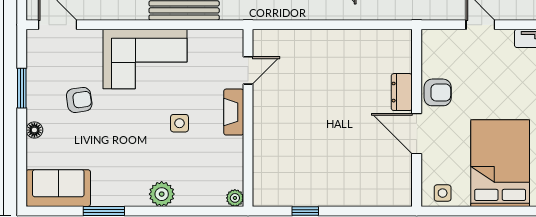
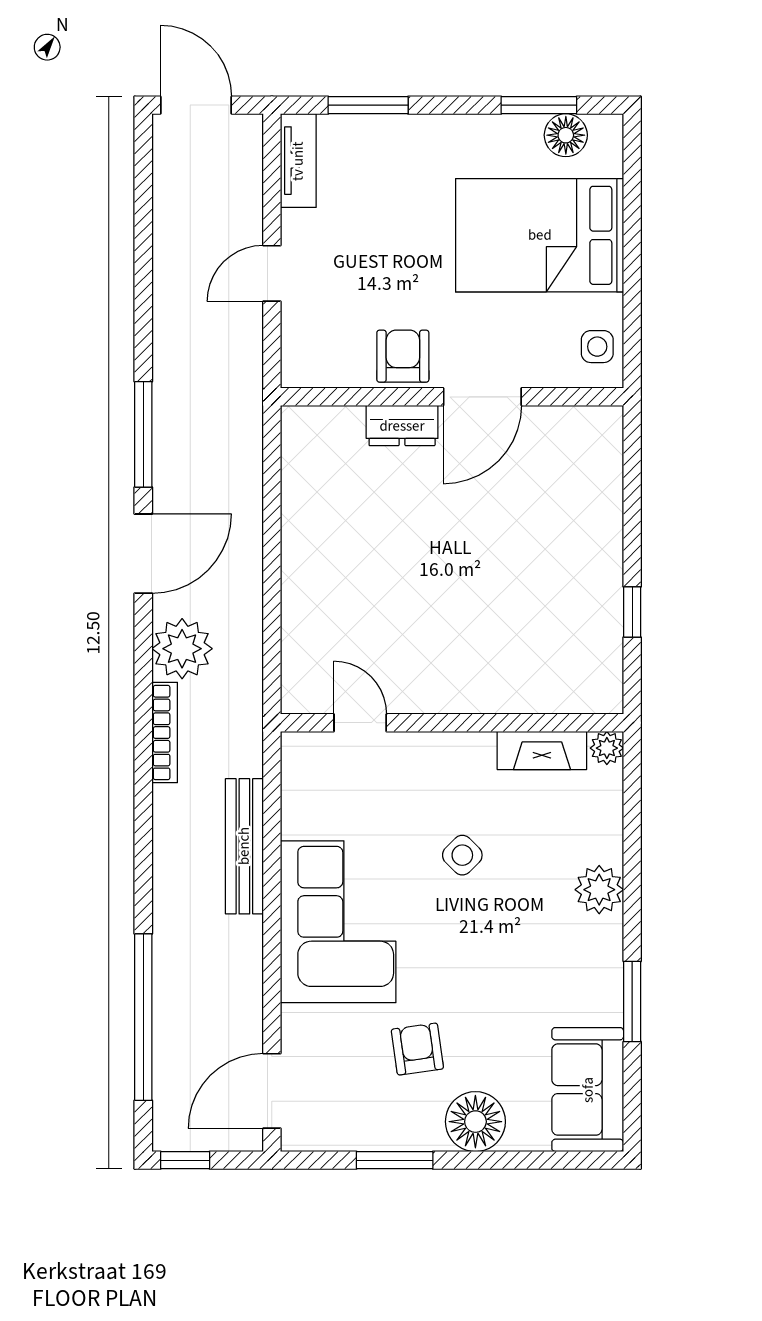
fireplace: (234, 112) -> (542, 750), moved
side table: (179, 123) -> (462, 855), turned 45
floor lamp: (34, 130) -> (475, 1122), width x1.89, depth x1.89

